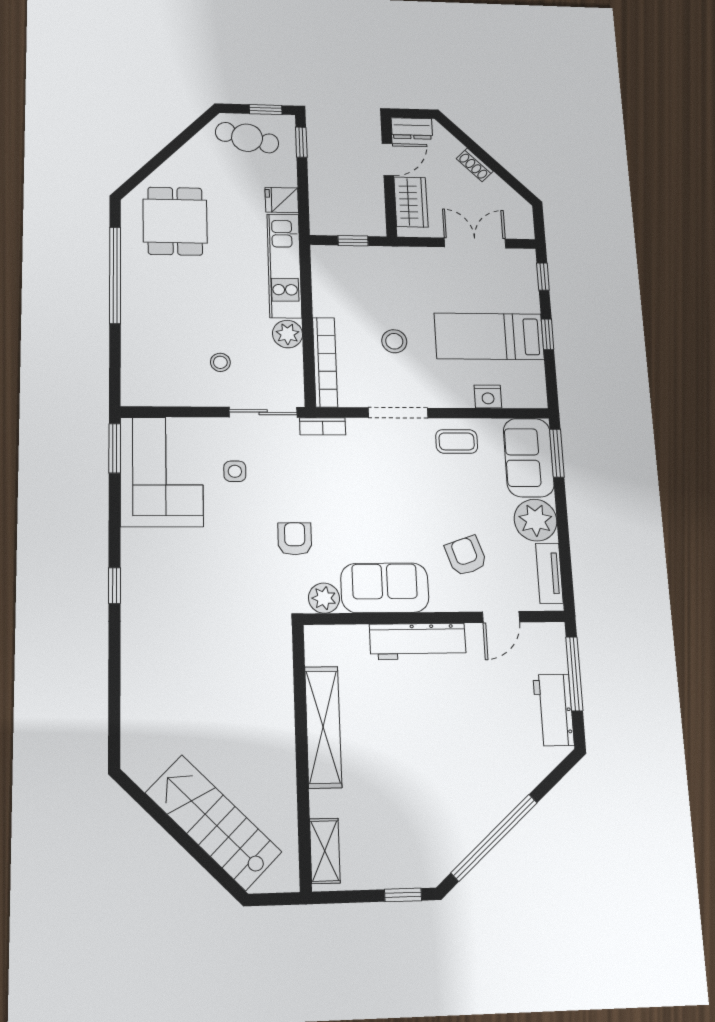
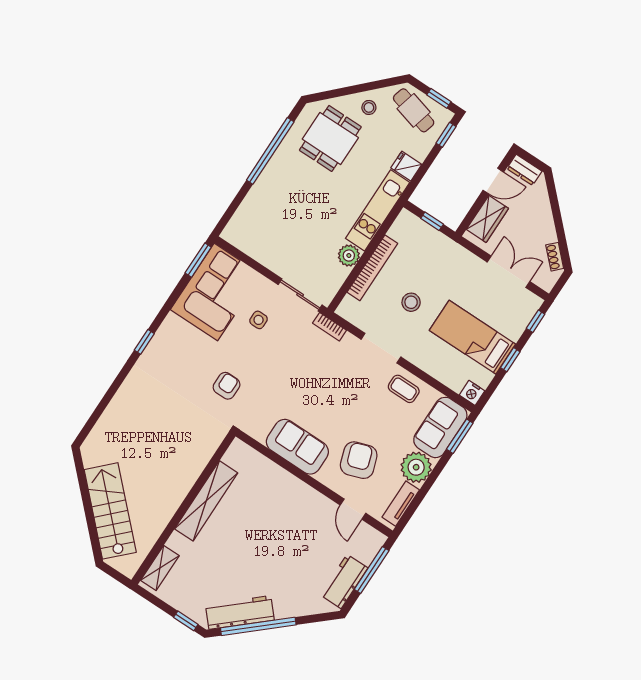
shoe rack: (475, 165) -> (555, 257), moved
stool: (220, 362) -> (369, 107), moved
bookcase: (325, 362) -> (372, 268), moved
nightstand: (488, 397) -> (472, 393), moved
armchair: (295, 539) -> (227, 386), moved
armchair: (466, 556) -> (359, 460), width x1.38, depth x1.38
plant: (324, 598) -> (258, 429), removed
door: (501, 617) -> (353, 509), hinge flipped
workbench: (418, 641) -> (240, 612), moved, turned 139

